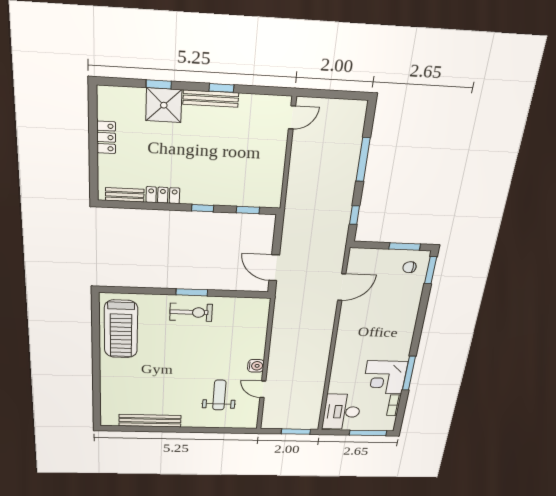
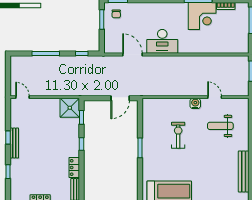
shower: (164, 105) -> (70, 108), moved
exercise bike: (191, 312) -> (178, 135), moved
door: (263, 389) -> (215, 97), swing flipped
desk: (342, 412) -> (162, 41), moved

